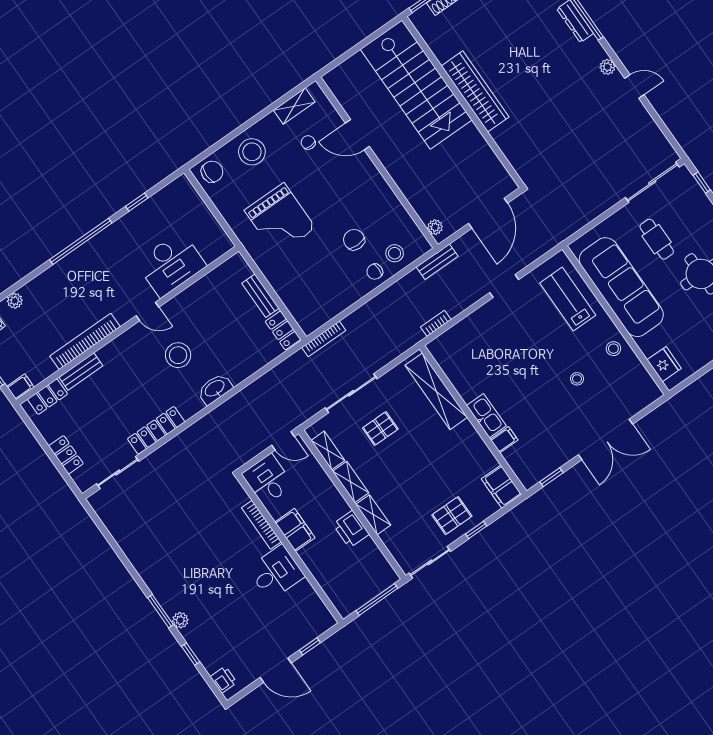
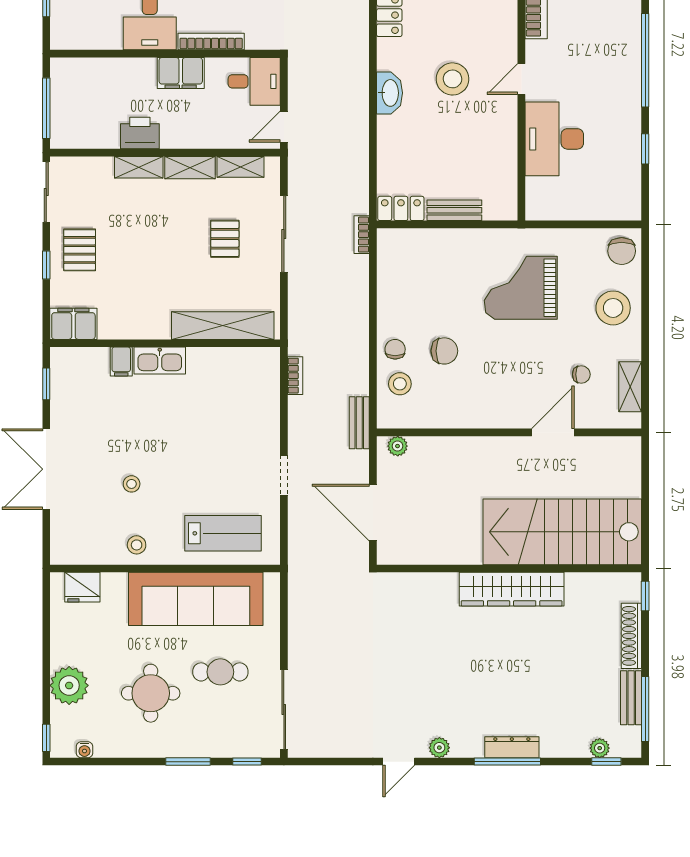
bookcase: (324, 339) -> (362, 235), width x0.64

